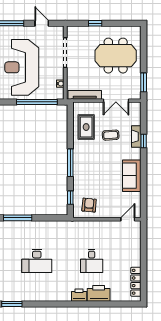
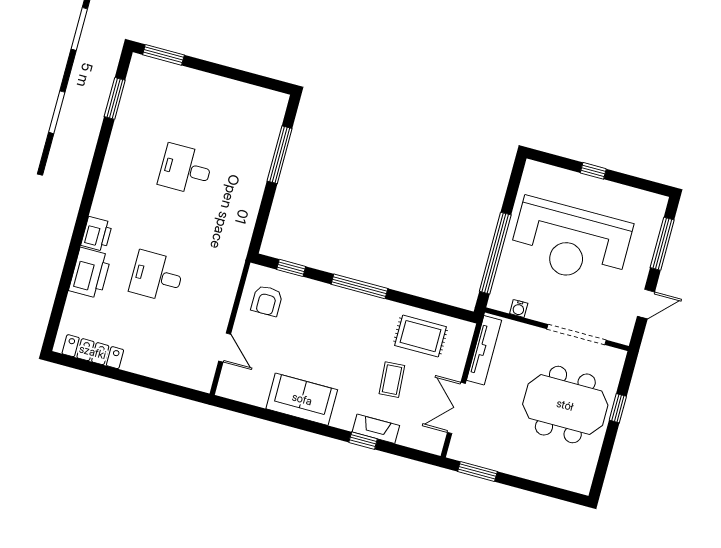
meeting table: (116, 56) -> (565, 405), moved, turned 90
reception desk: (22, 67) -> (571, 242), turned 180
armchair: (89, 205) -> (267, 301), turned 85
door: (128, 219) -> (225, 348), moved
desk: (37, 261) -> (186, 169), width x0.73

